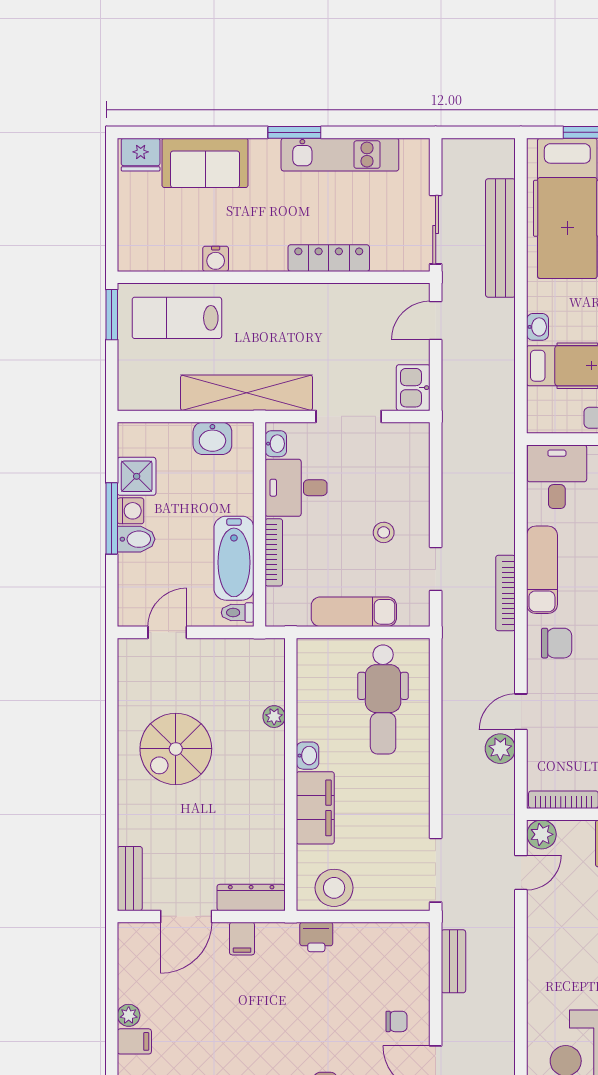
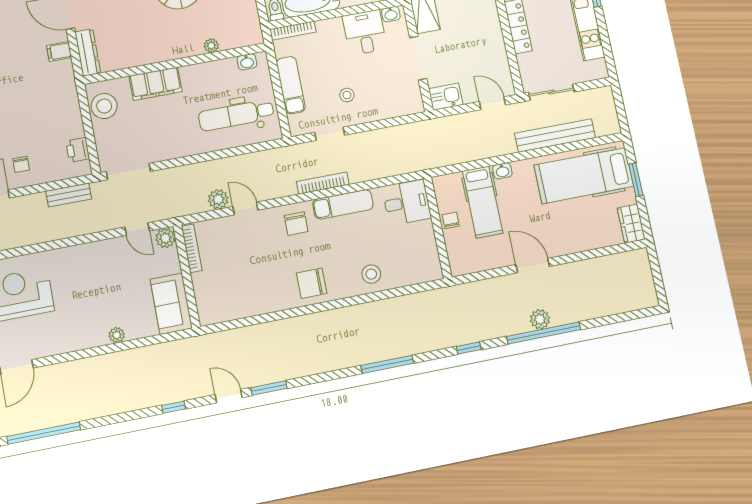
bookcase: (274, 552) -> (293, 31), moved
washbasin: (308, 756) -> (247, 62), moved
printer: (316, 937) -> (78, 150), moved

